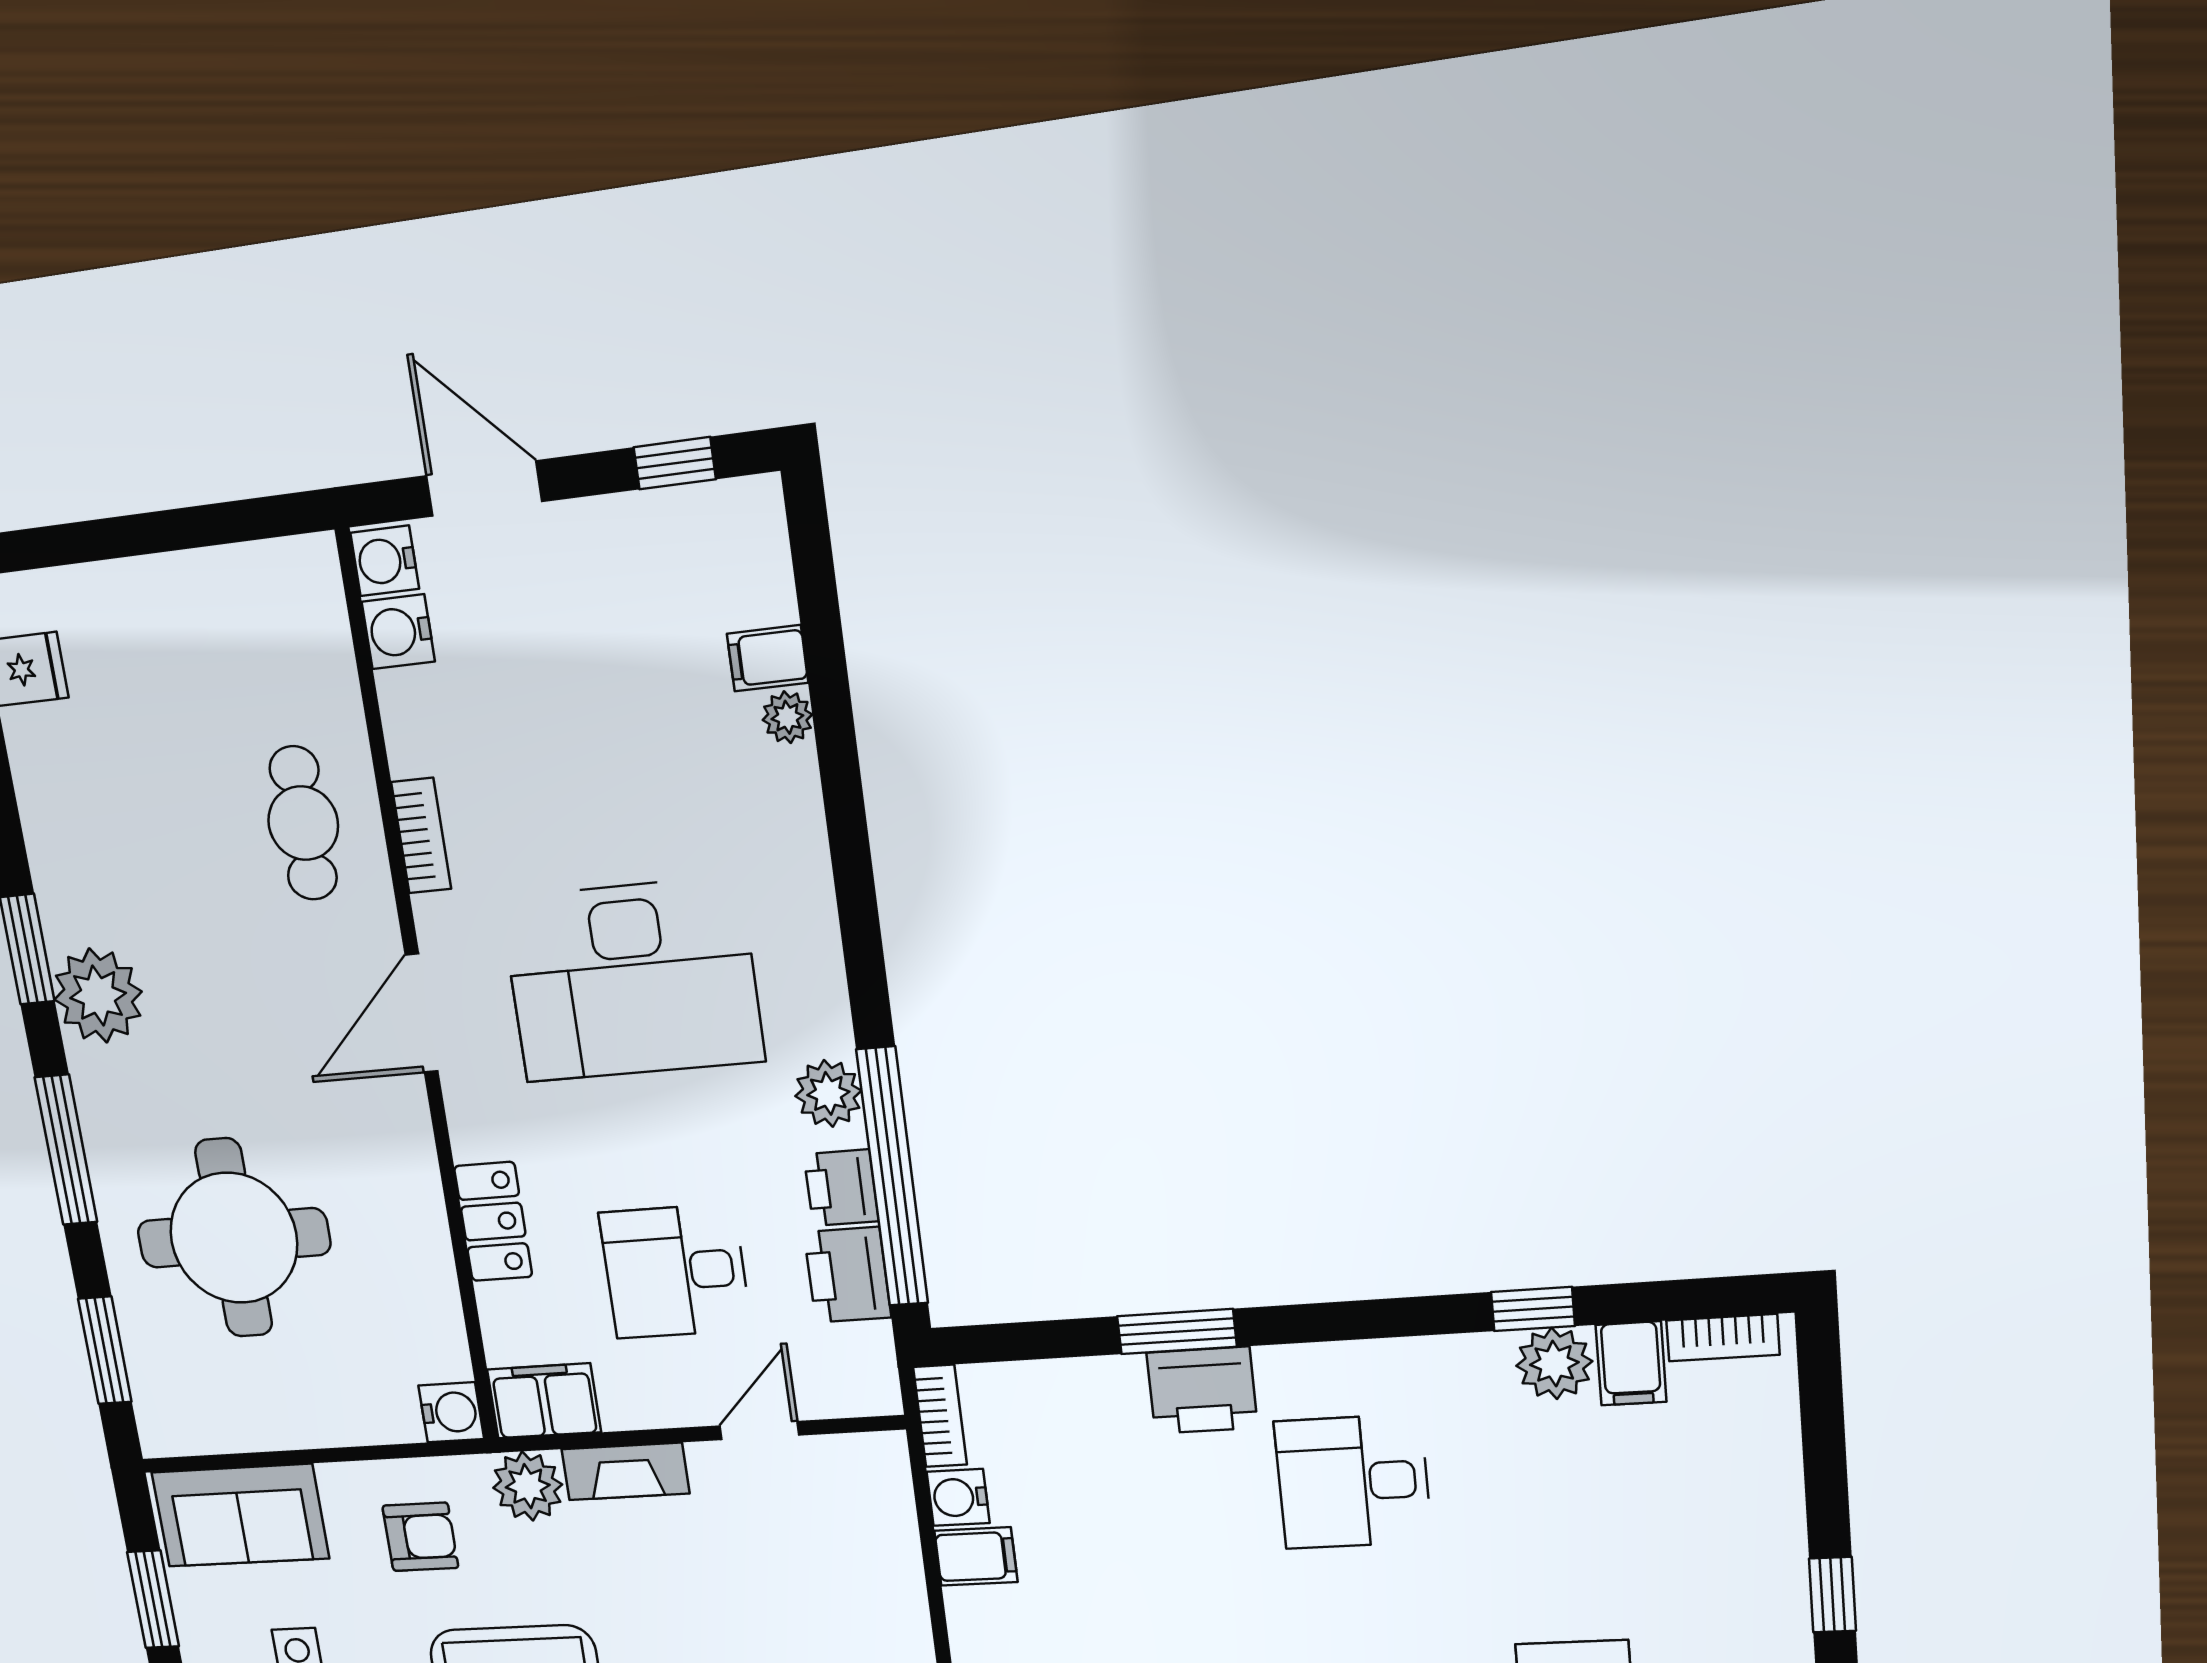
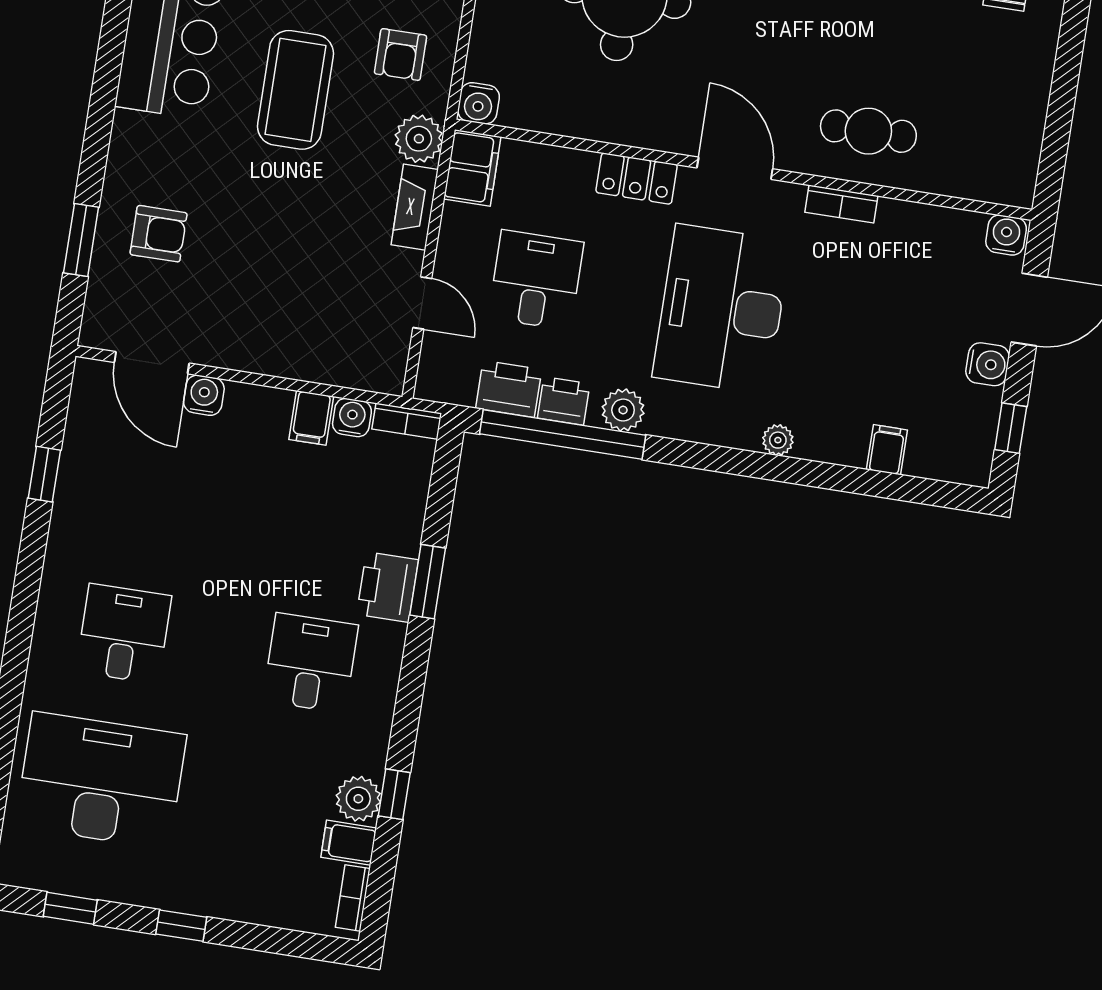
water cooler: (398, 632) -> (988, 364), moved, turned 90
plant: (787, 717) -> (778, 440), moved
locker: (493, 1222) -> (637, 178), moved

